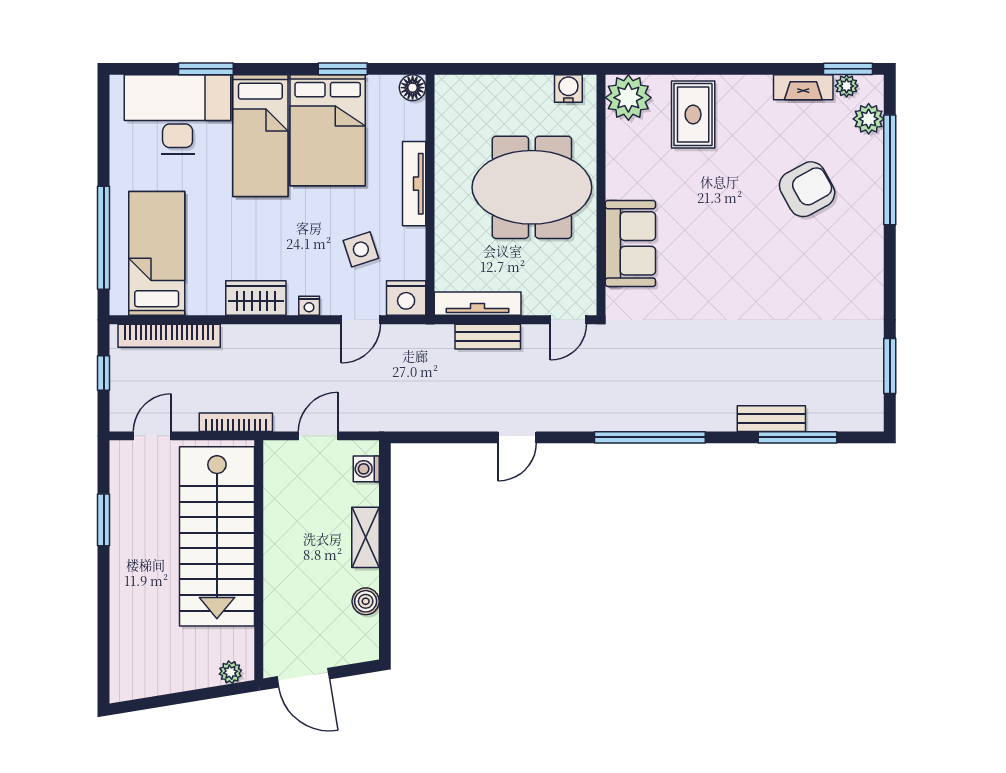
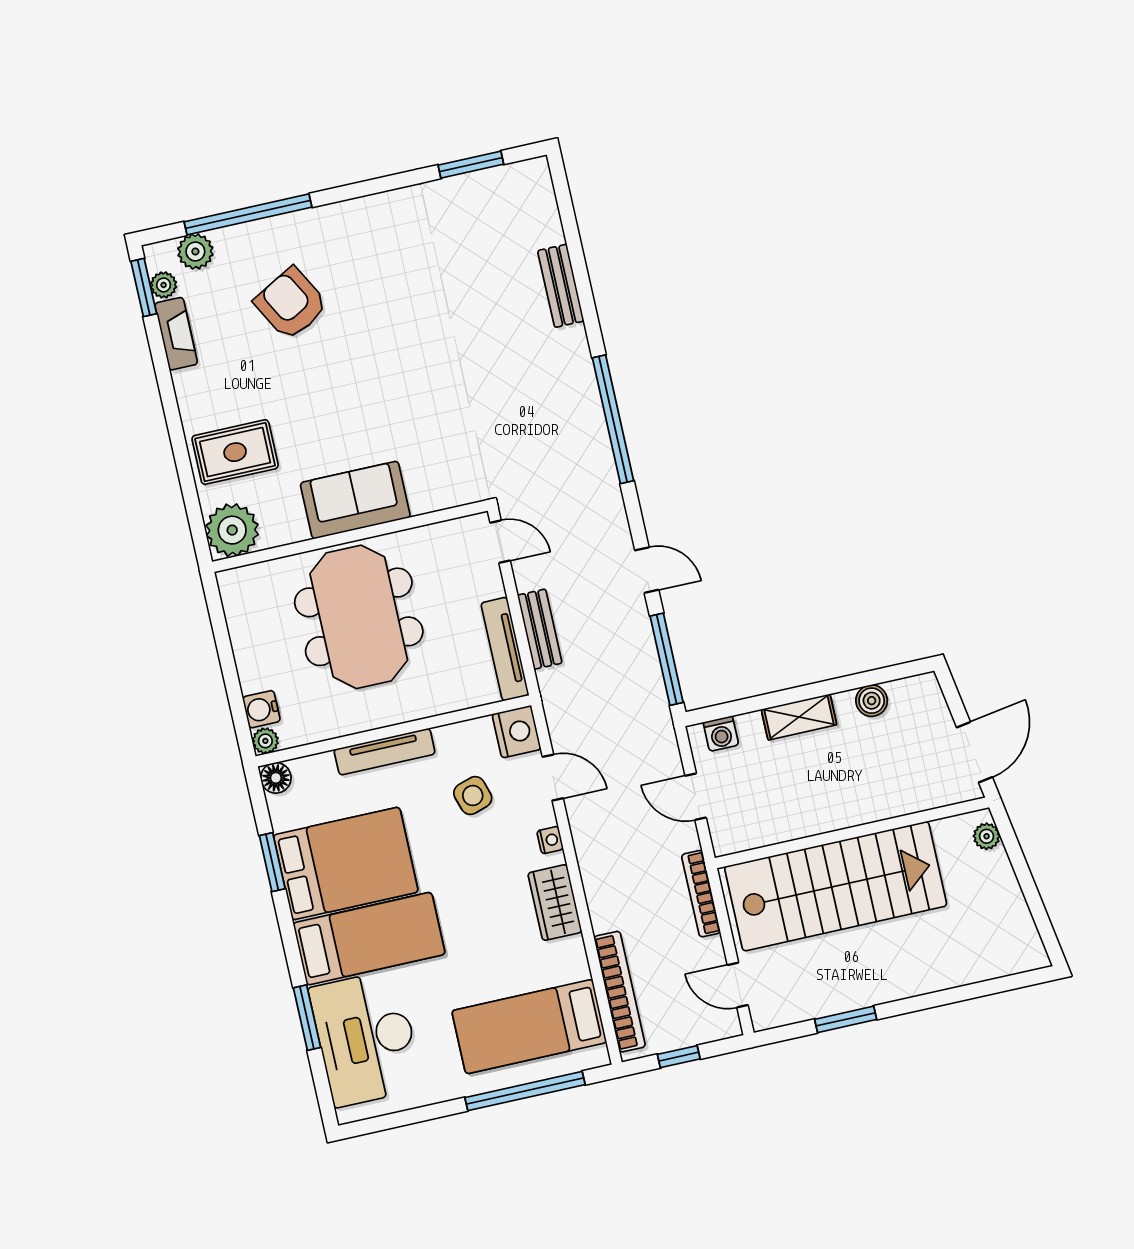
plant: (445, 86) -> (265, 741), added
water cooler: (568, 88) -> (261, 709), moved
sofa: (630, 243) -> (355, 500), moved
window: (798, 437) -> (667, 659), moved

